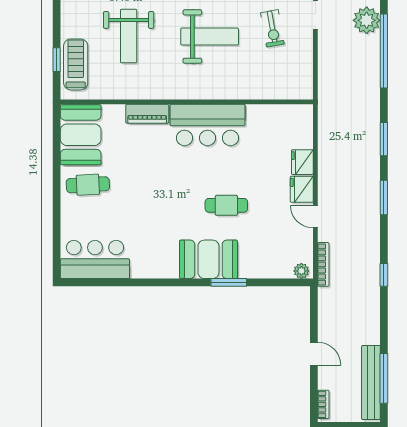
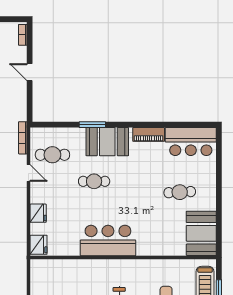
piano: (147, 114) -> (149, 134), moved, turned 180
cafe table: (88, 185) -> (180, 192), moved
fridge: (302, 189) -> (39, 245), moved
cafe table: (283, 241) -> (52, 155), added
plant: (301, 271) -> (39, 133), removed

